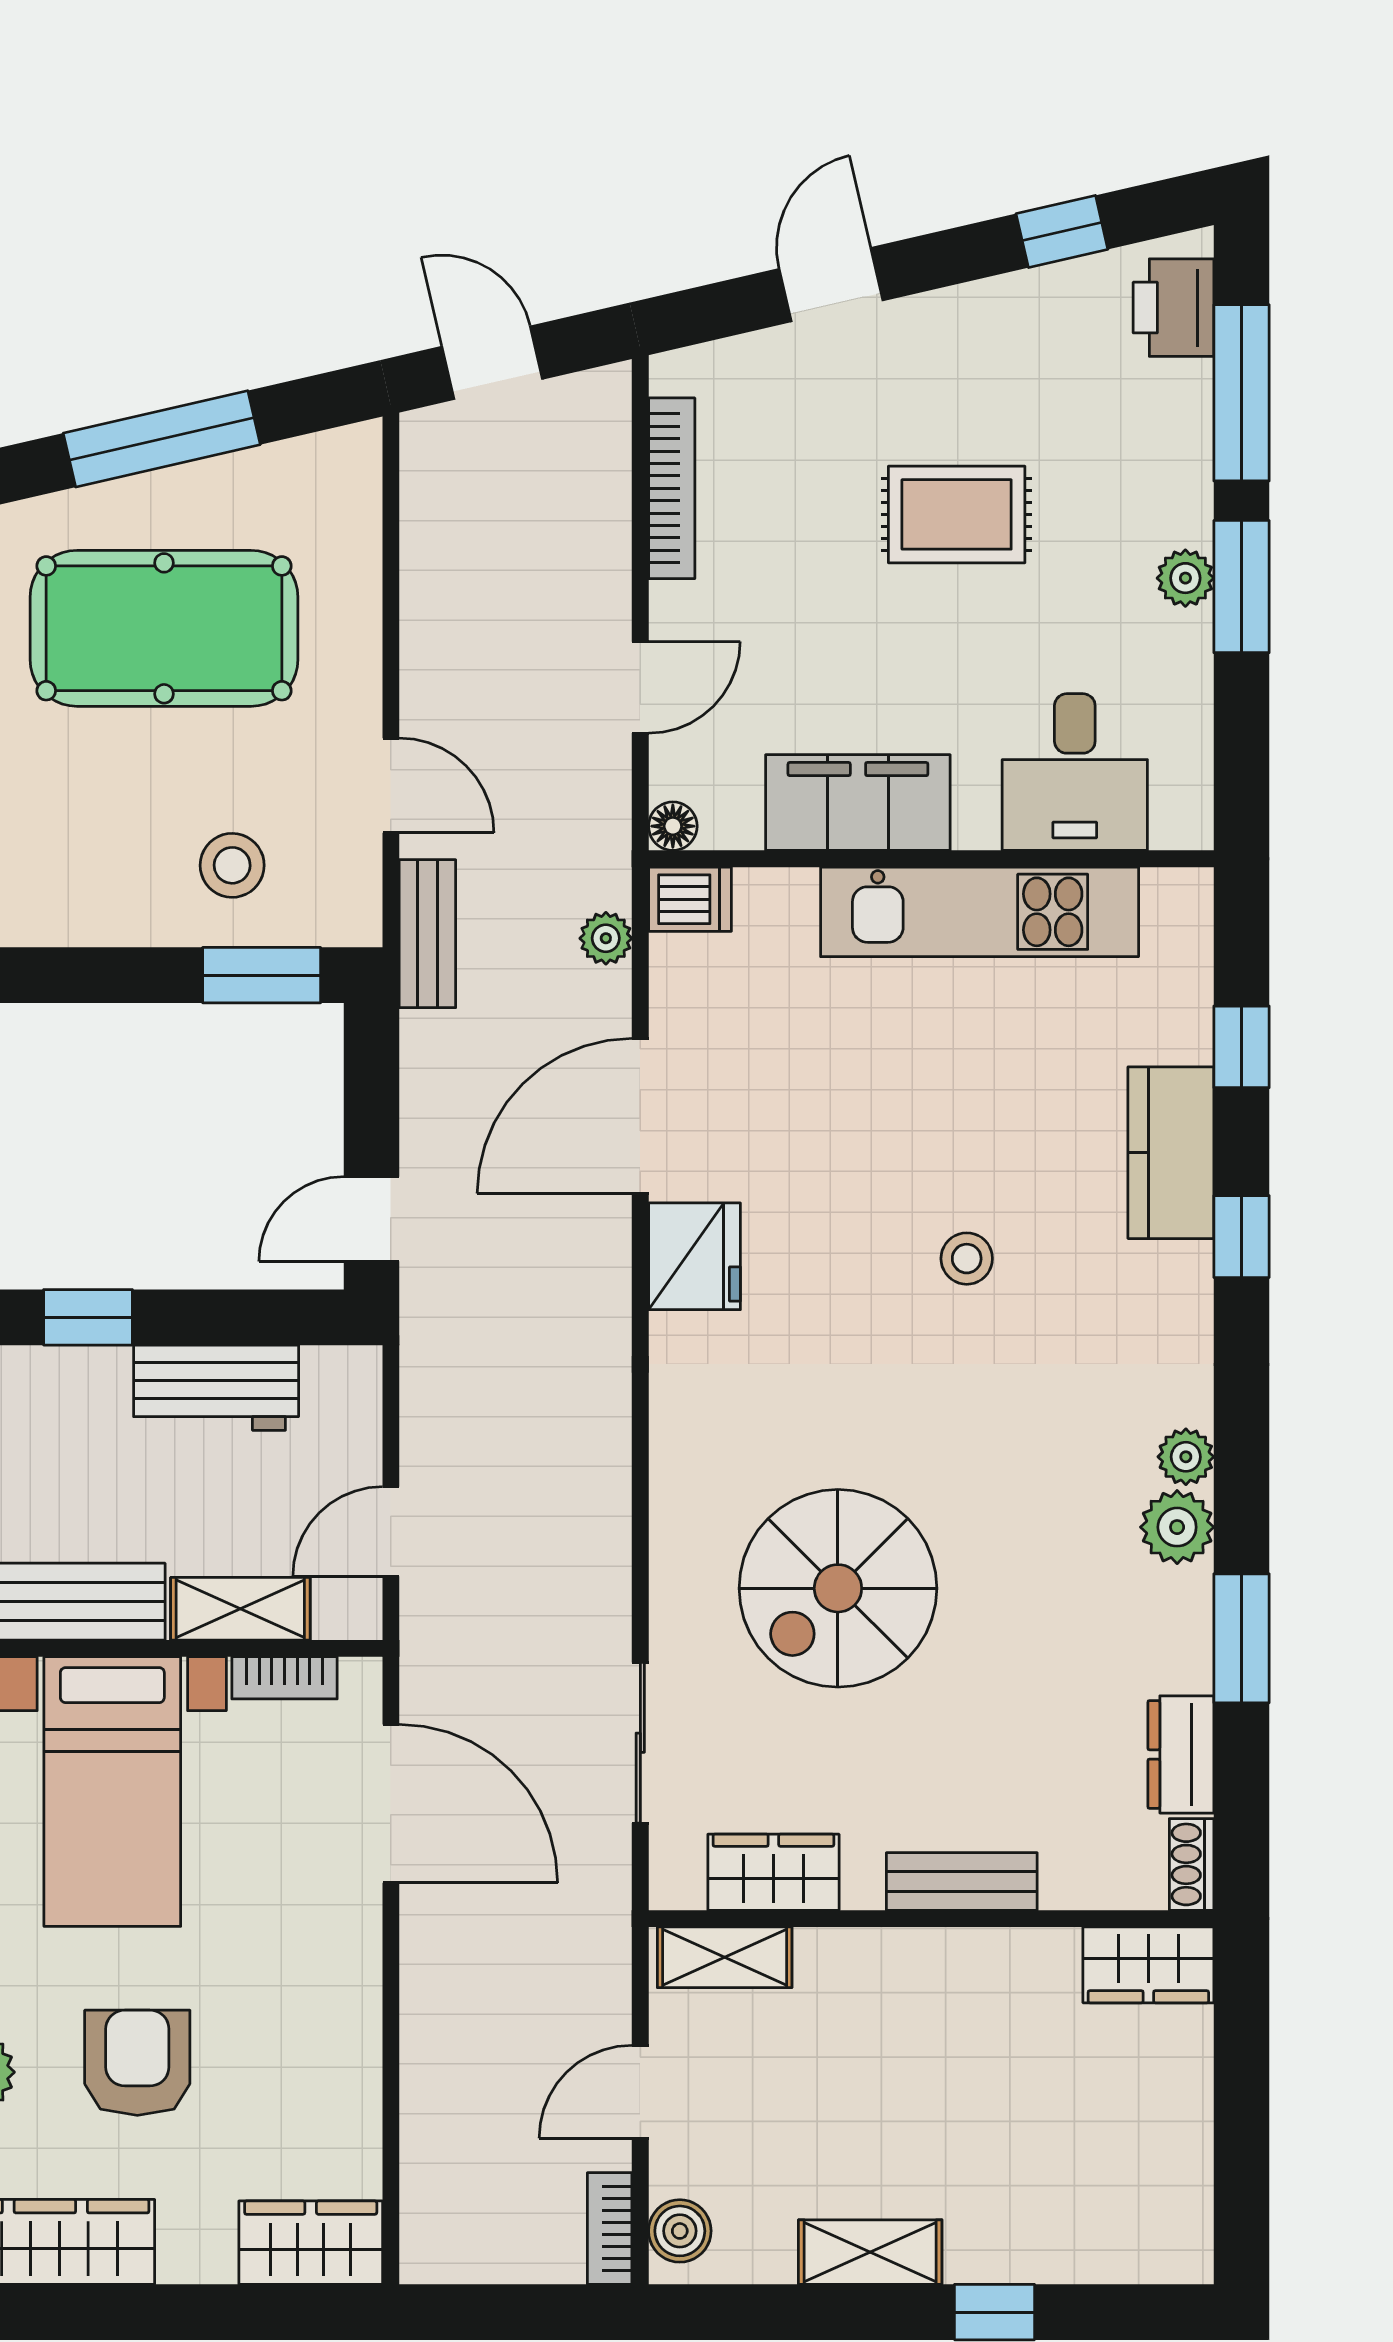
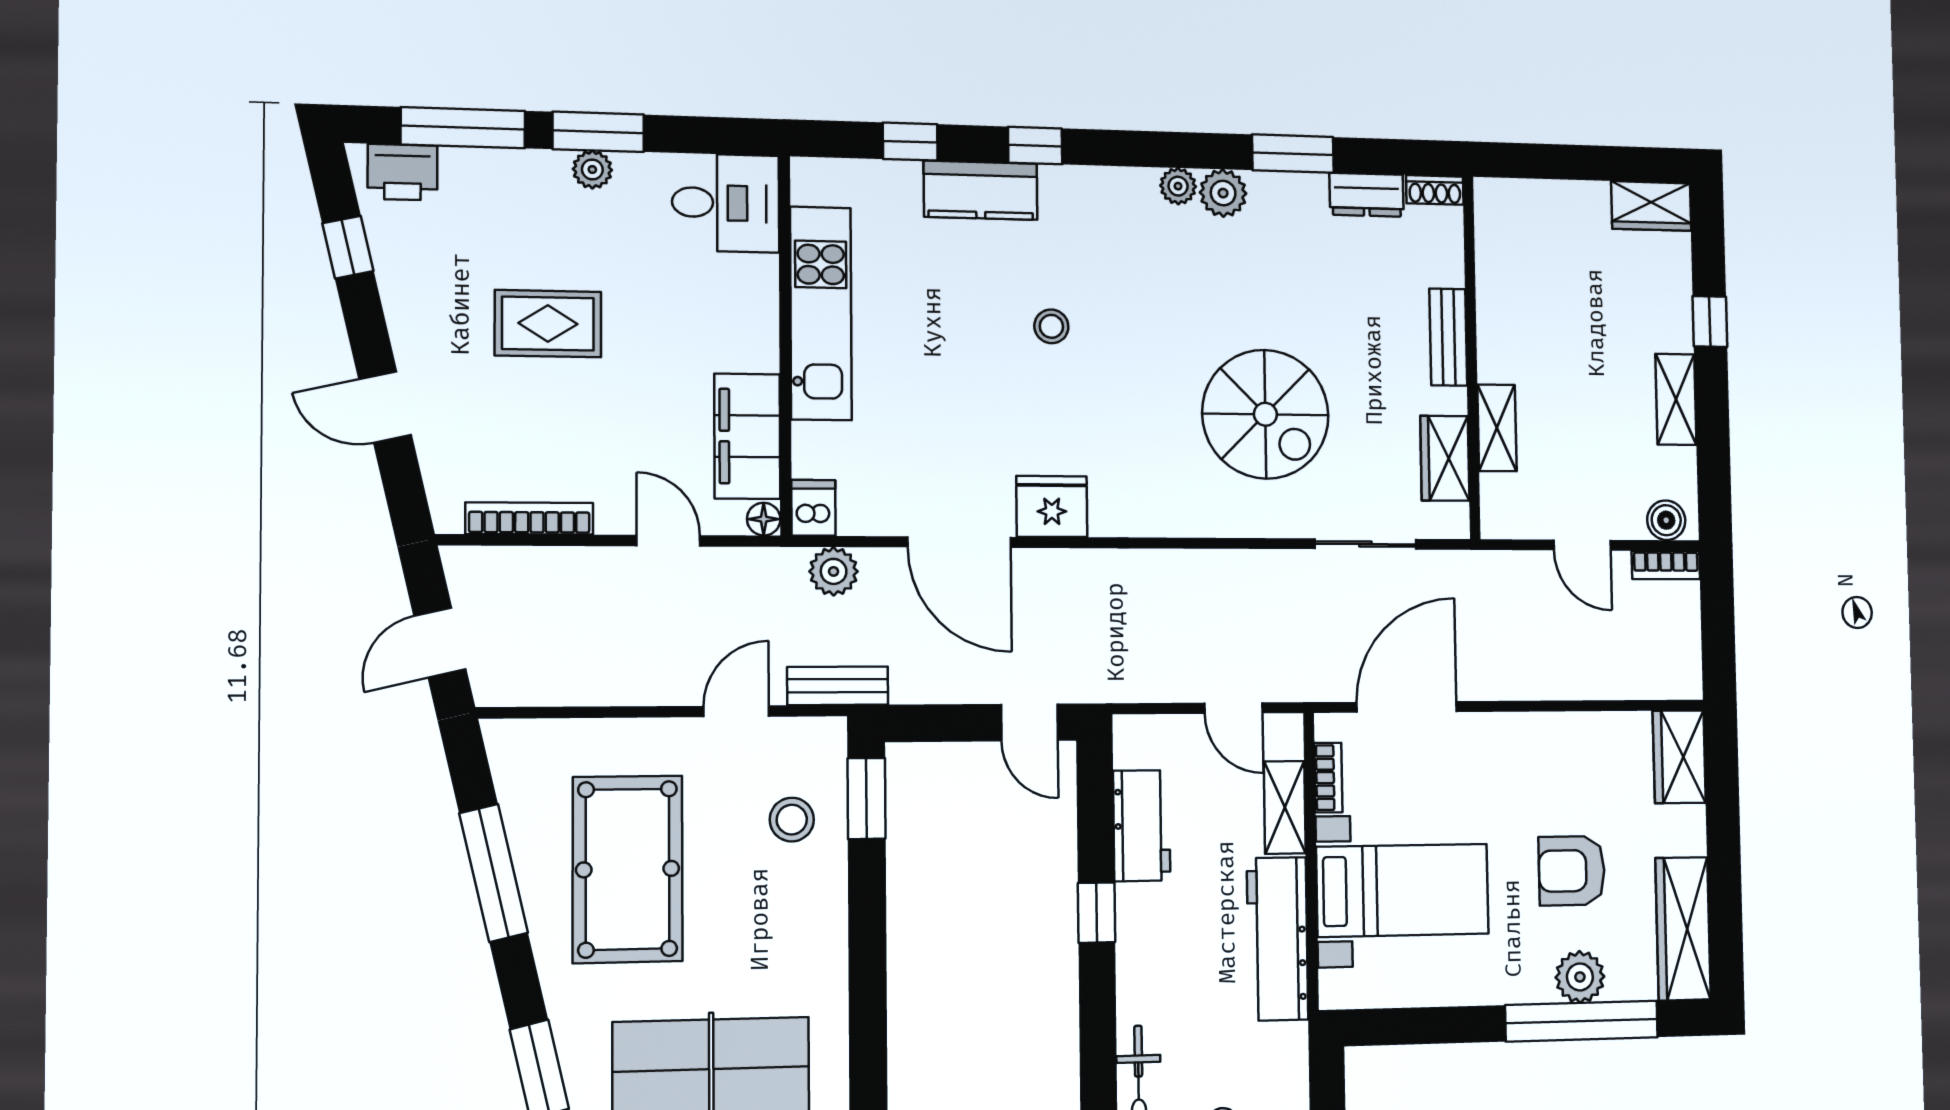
rug: (957, 514) -> (548, 324), turned 90
desk: (1075, 772) -> (726, 203), moved
filing cabinet: (858, 803) -> (747, 436), moved
plant: (606, 938) -> (834, 571), width x1.38, depth x1.38
shelving: (725, 1957) -> (1497, 428), moved
wardrobe: (1148, 1965) -> (1651, 206), moved, turned 90

